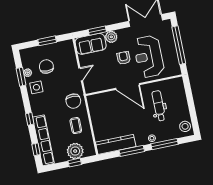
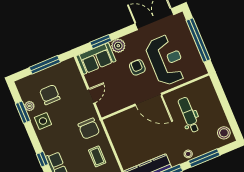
window: (47, 41) -> (45, 65), width x1.44
reception desk: (149, 56) -> (166, 60), turned 180

